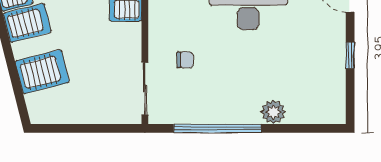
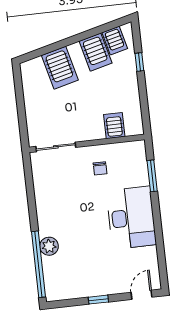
chair: (185, 60) -> (100, 168), moved
window: (217, 128) -> (38, 264), moved

